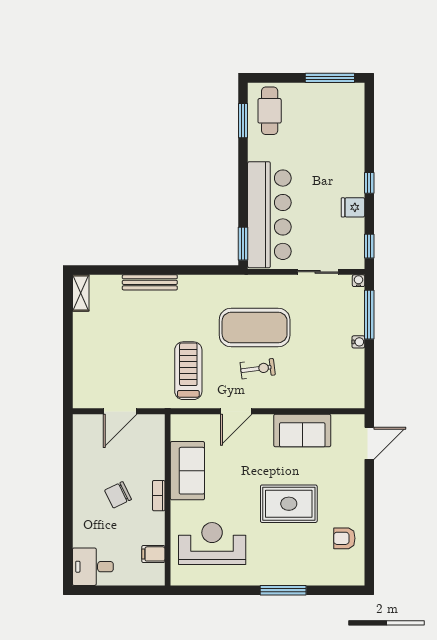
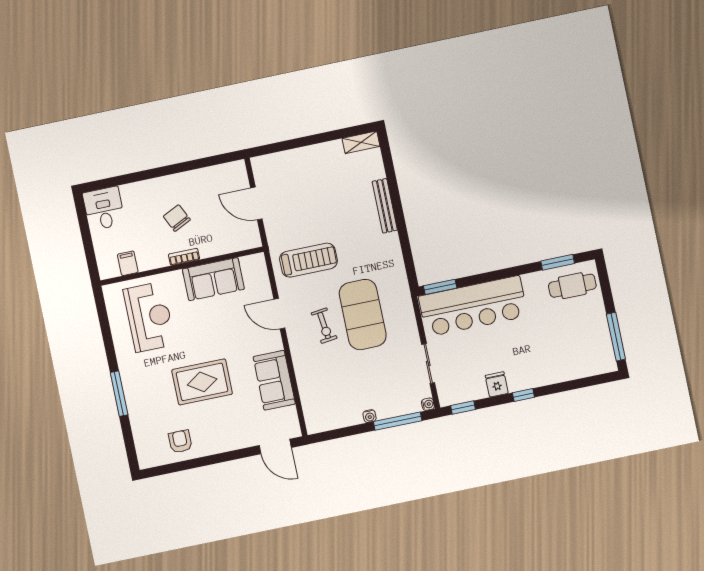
rug: (289, 504) -> (202, 382), turned 90

